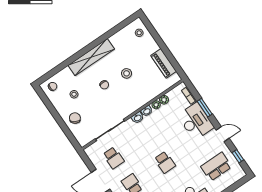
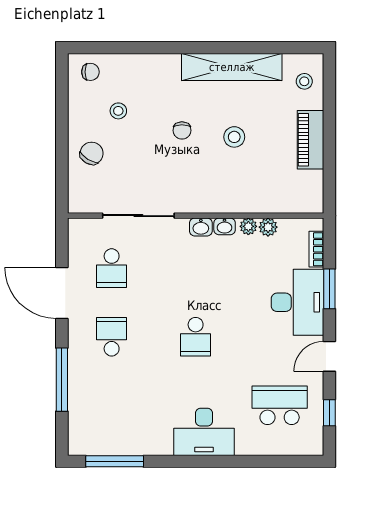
shelving: (91, 57) -> (232, 67), moved
piano: (164, 63) -> (310, 140), moved
door: (223, 134) -> (329, 356), swing flipped

